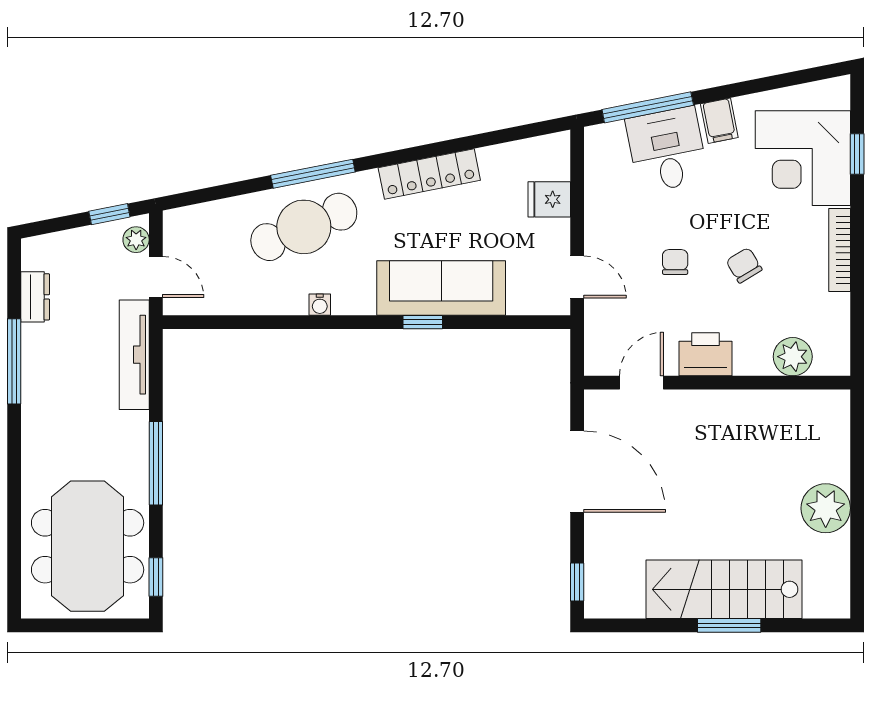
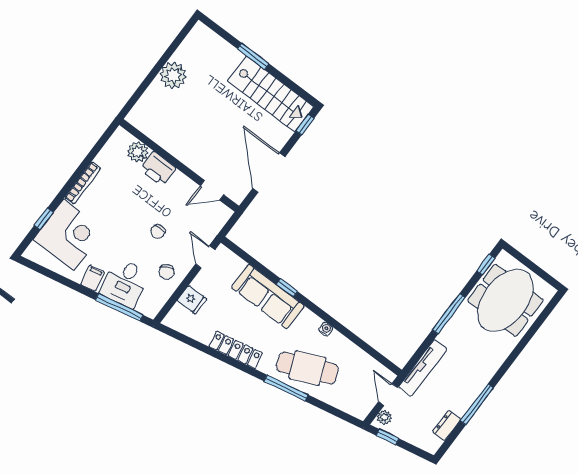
chair: (744, 265) -> (167, 272), moved
printer: (706, 354) -> (158, 169), moved
stairs: (724, 589) -> (271, 94), moved

